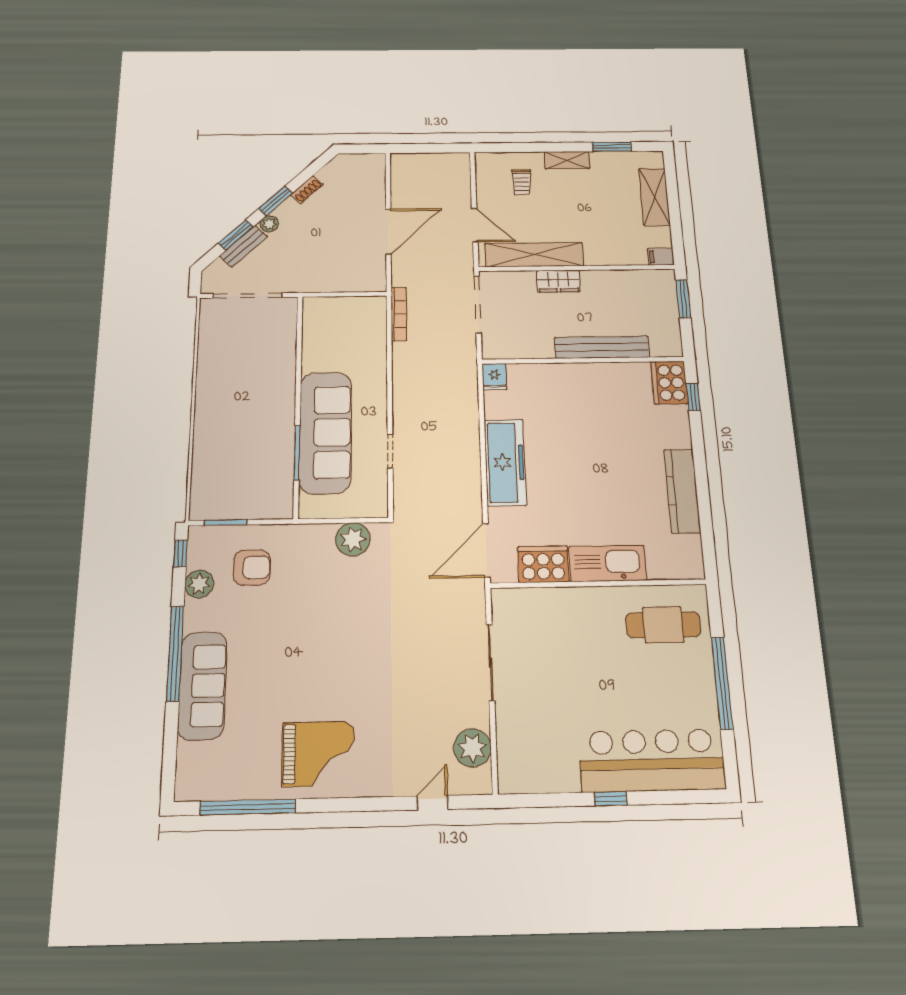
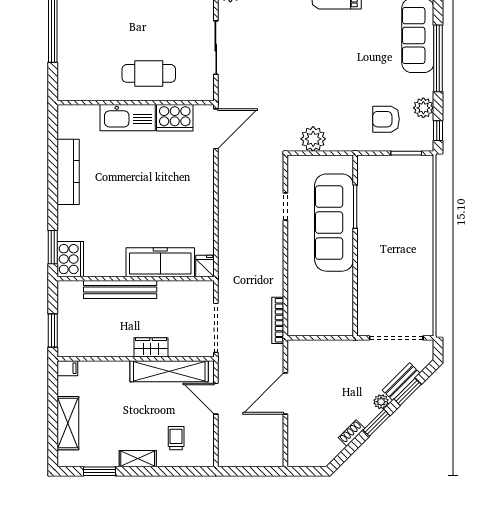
window: (693, 397) -> (53, 247), width x1.50
freezer: (505, 462) -> (160, 262), moved, turned 90
cafe table: (663, 625) -> (149, 73), moved

